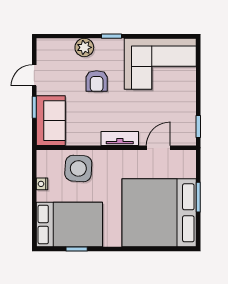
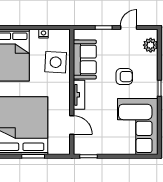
plant: (84, 47) -> (151, 45), moved
door: (34, 75) -> (129, 28), hinge flipped
armchair: (97, 81) -> (124, 77), turned 180
sofa: (51, 121) -> (85, 59), moved, turned -90

